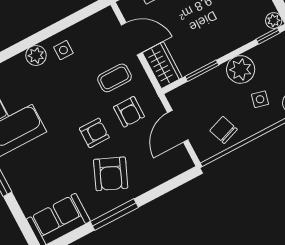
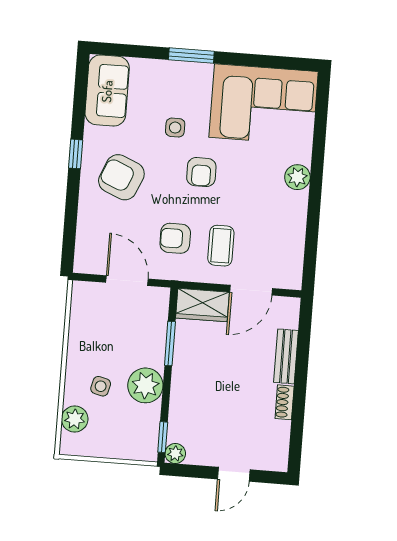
side table: (63, 50) -> (175, 128), moved
chair: (224, 130) -> (92, 327), removed
armchair: (94, 133) -> (201, 172), moved
window: (114, 214) -> (76, 154), width x0.46

